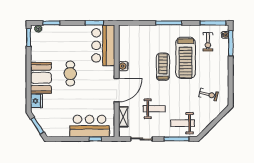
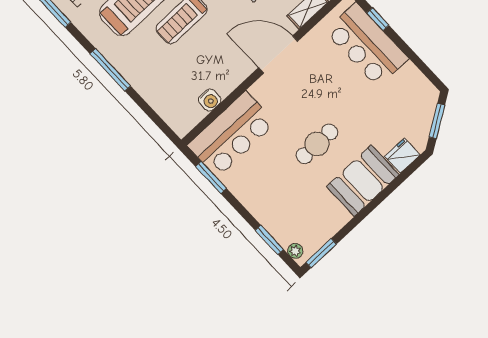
water cooler: (123, 66) -> (210, 100), moved

